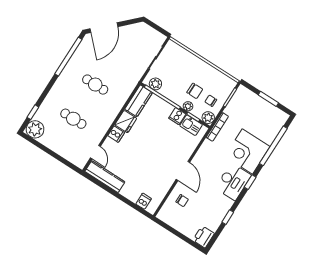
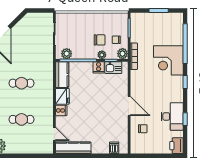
desk: (233, 182) -> (172, 116), moved

